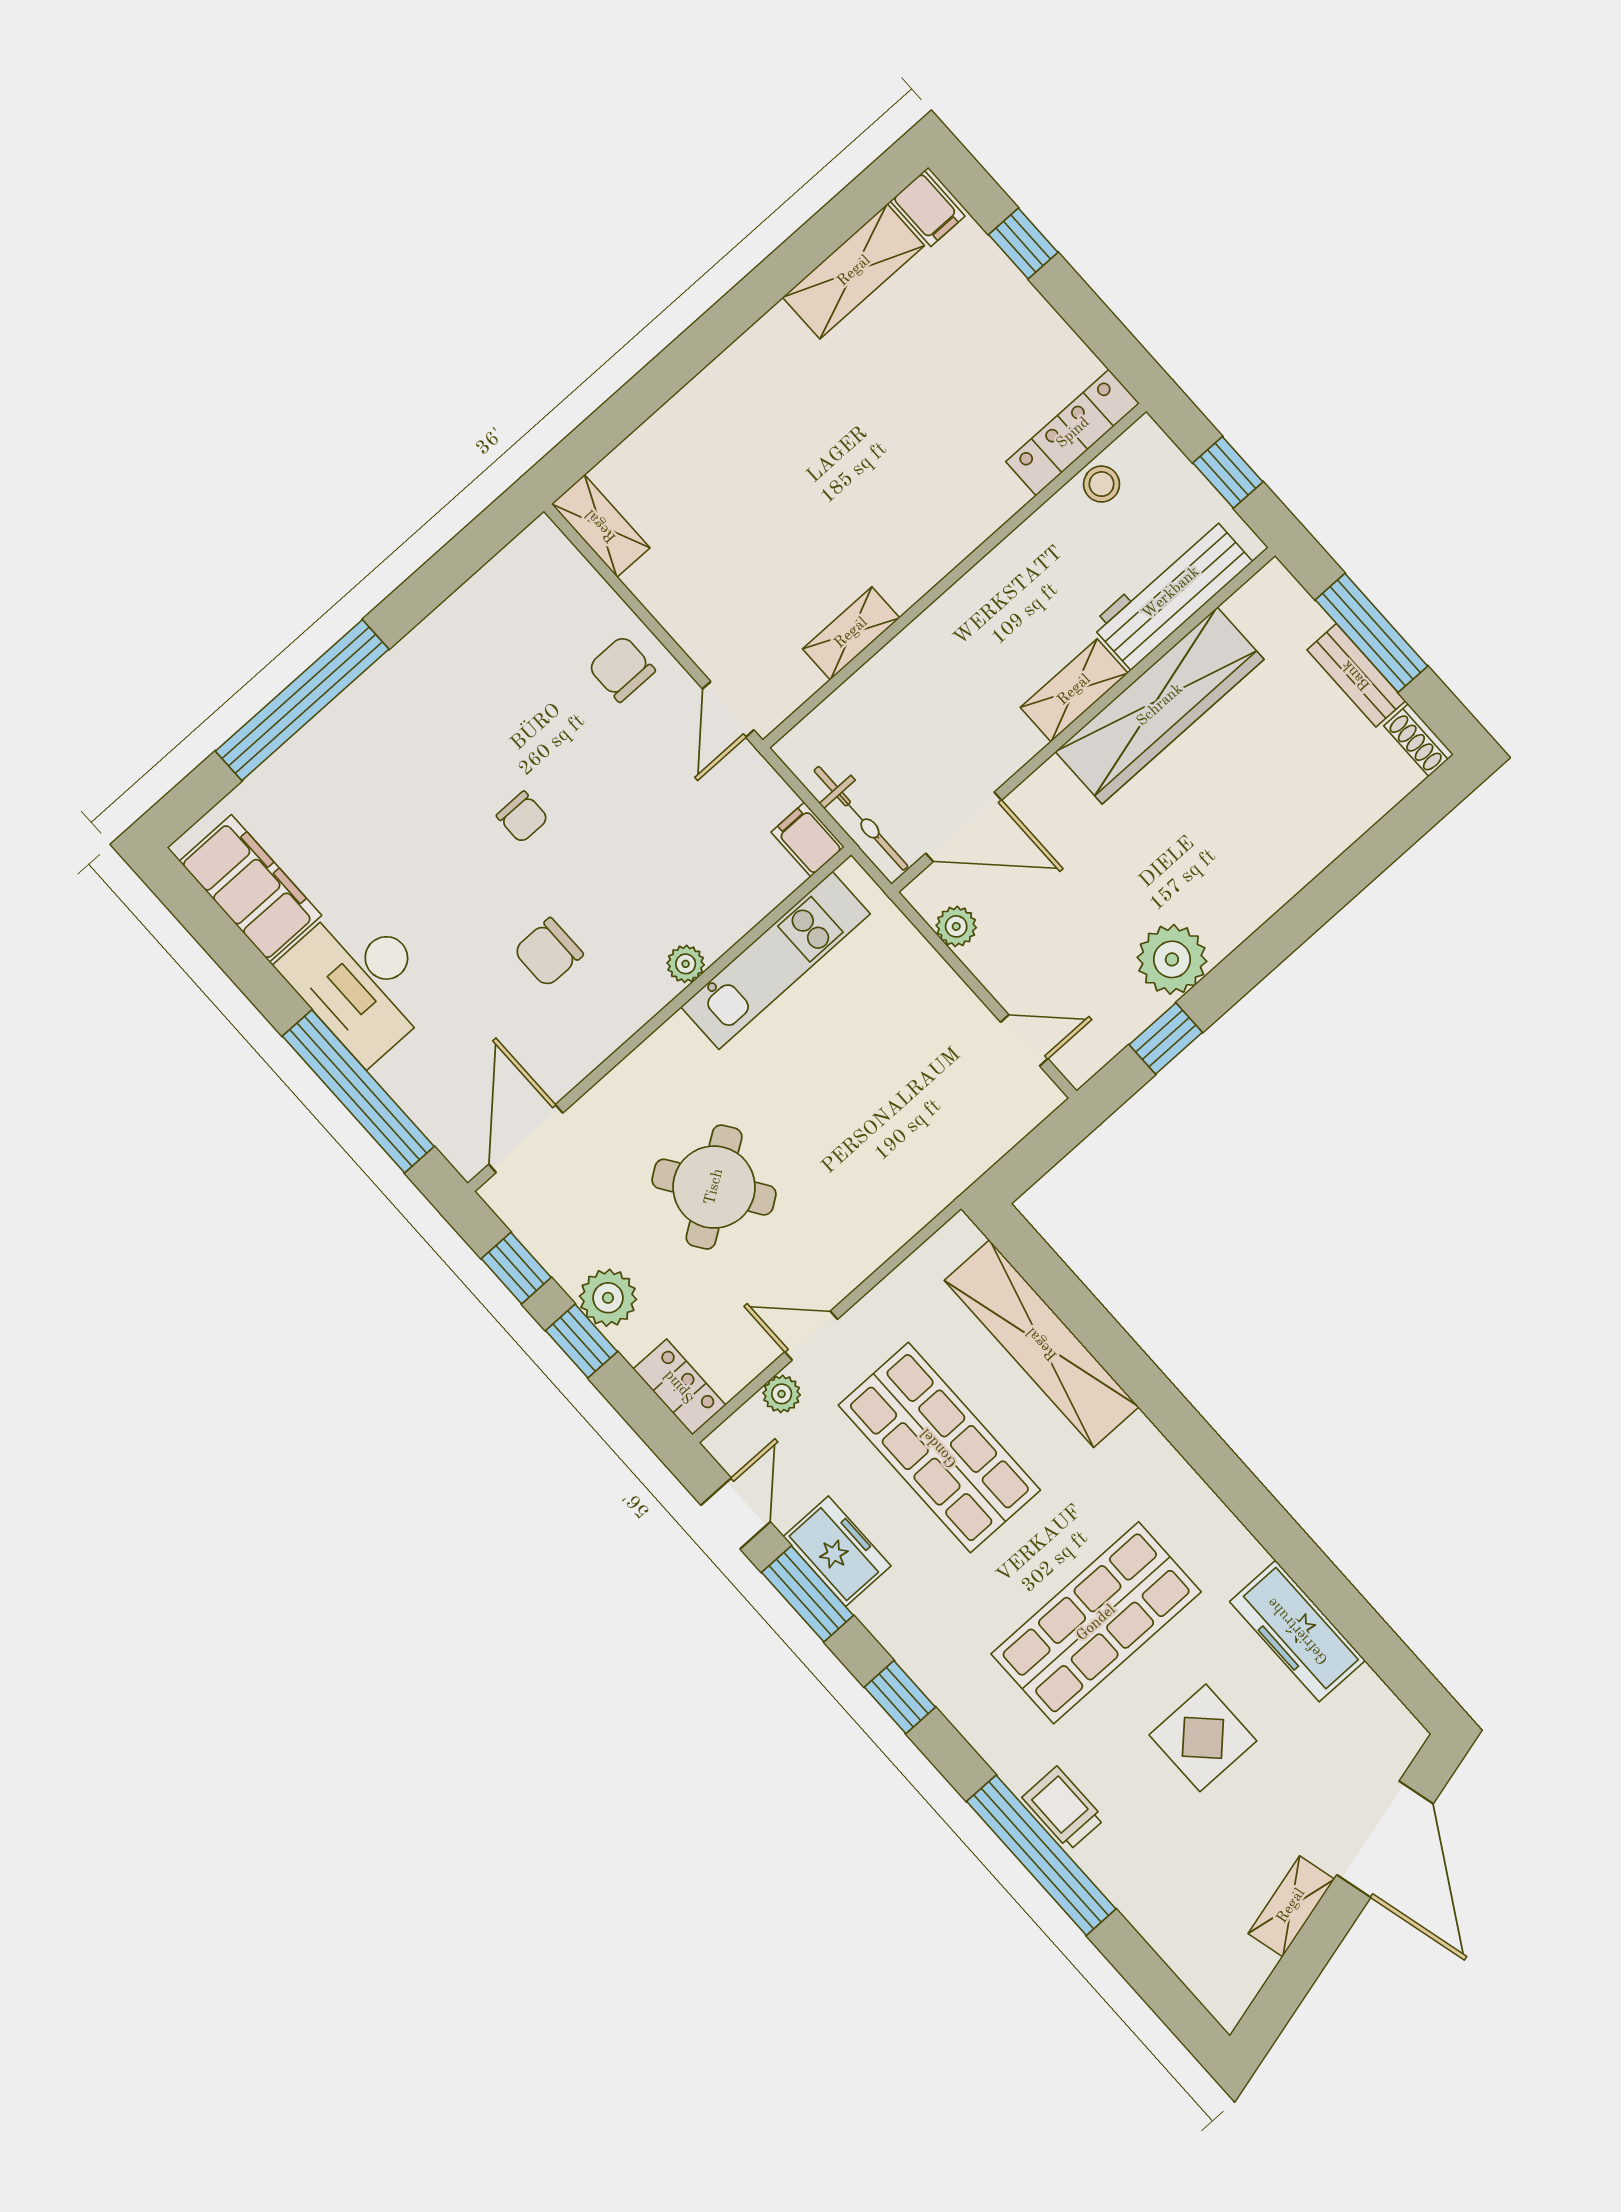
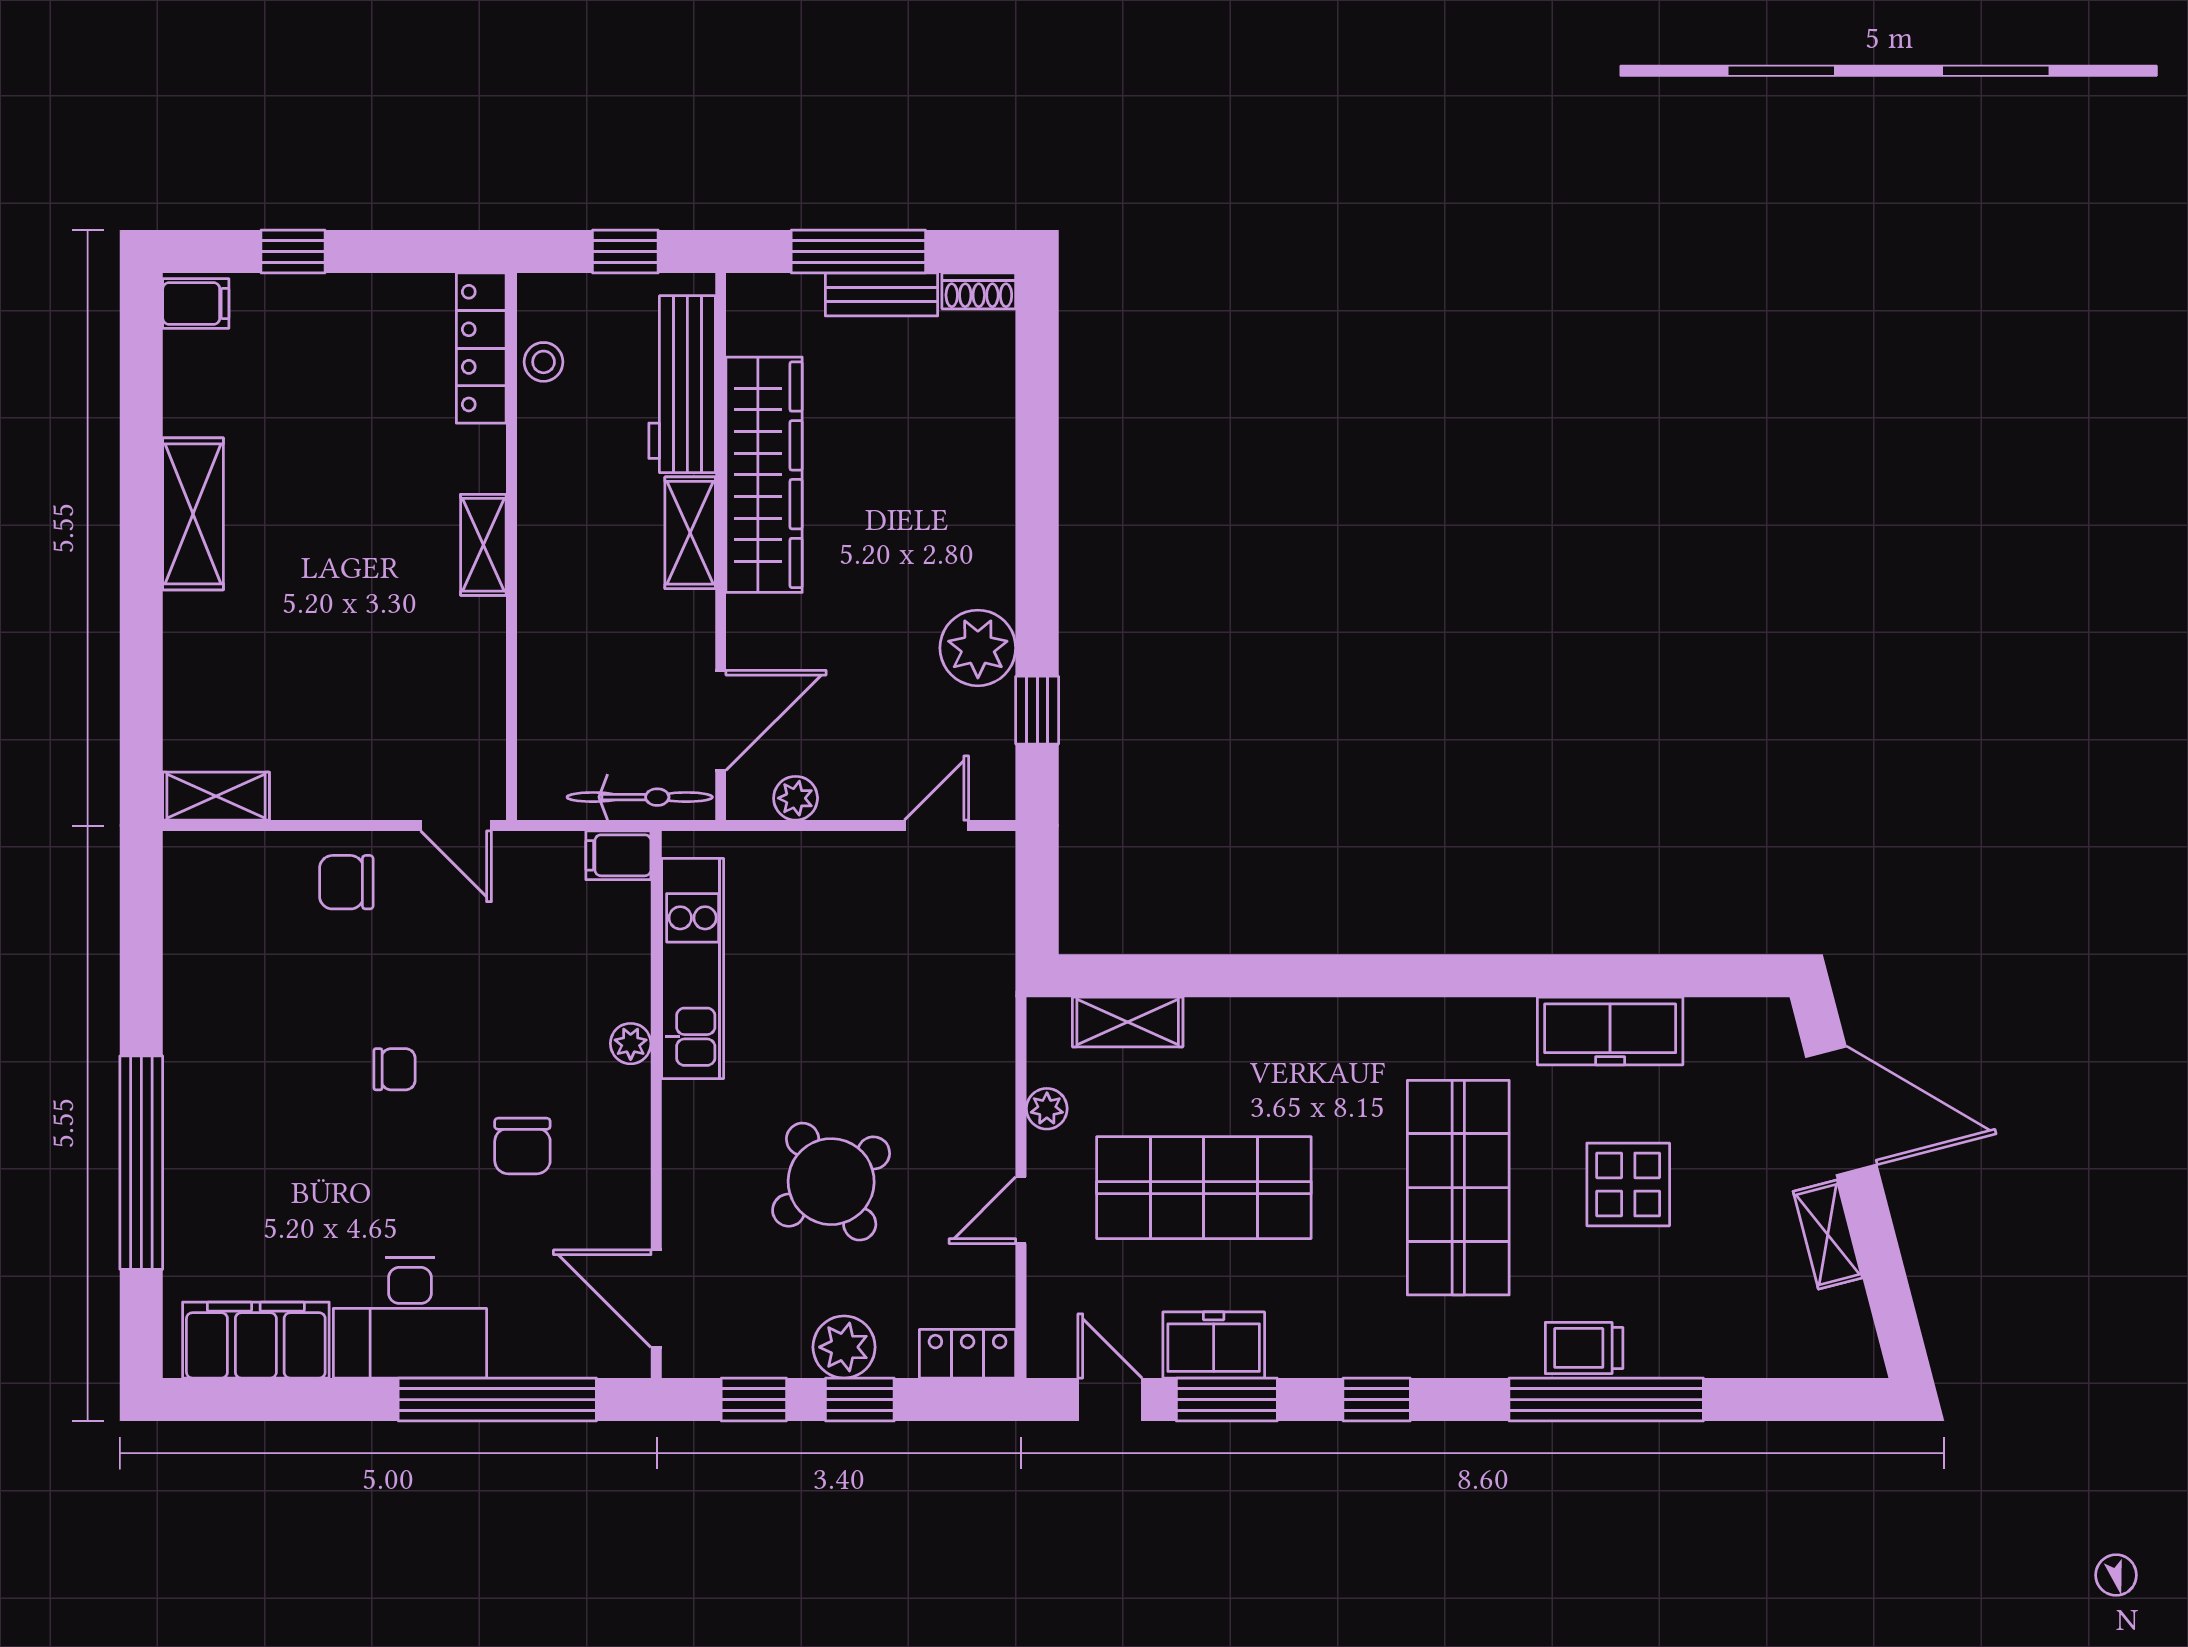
shelving: (854, 271) -> (193, 514), moved
shelving: (851, 633) -> (483, 545), moved
shelving: (1042, 1344) -> (1128, 1022), width x0.45, depth x0.75
plant: (782, 1394) -> (1047, 1109), moved

